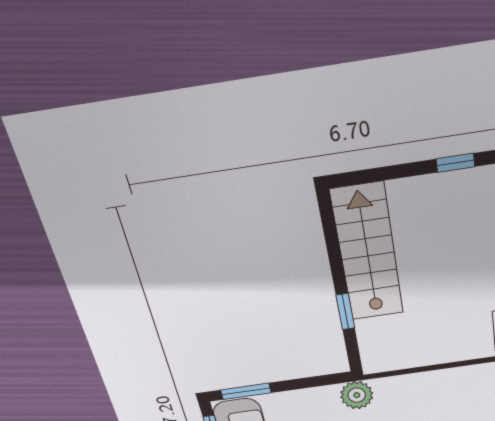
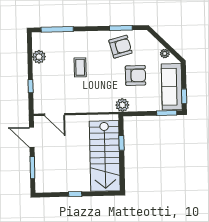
stairs: (368, 253) -> (105, 156), width x1.36, depth x1.51

